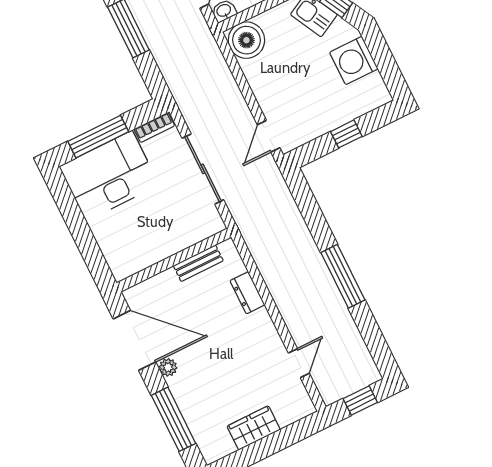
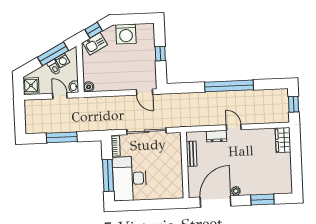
boiler: (246, 40) -> (89, 87), width x0.54, depth x0.54
window: (343, 276) -> (229, 86), width x1.46
door: (299, 363) -> (234, 127), moved
window: (173, 419) -> (262, 200), width x0.69
wardrobe: (254, 428) -> (283, 140), moved

